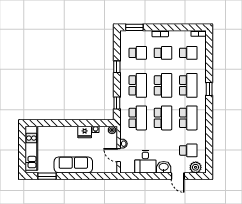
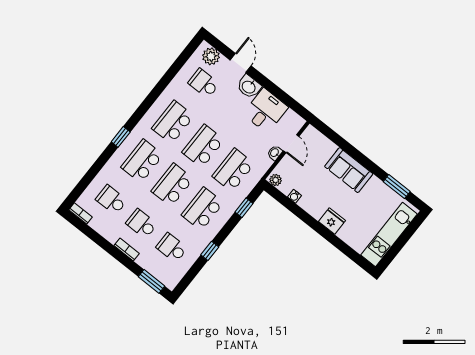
fridge: (85, 132) -> (332, 221), moved
sofa: (73, 165) -> (349, 170), width x0.73

